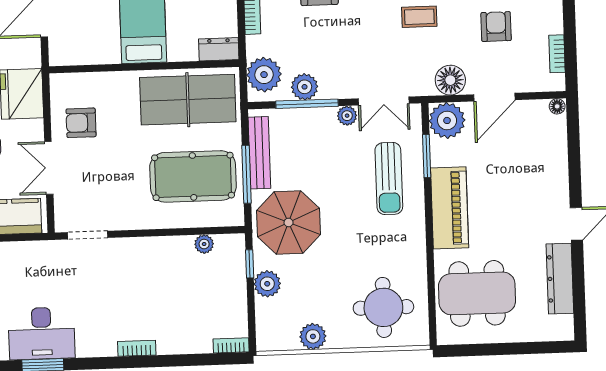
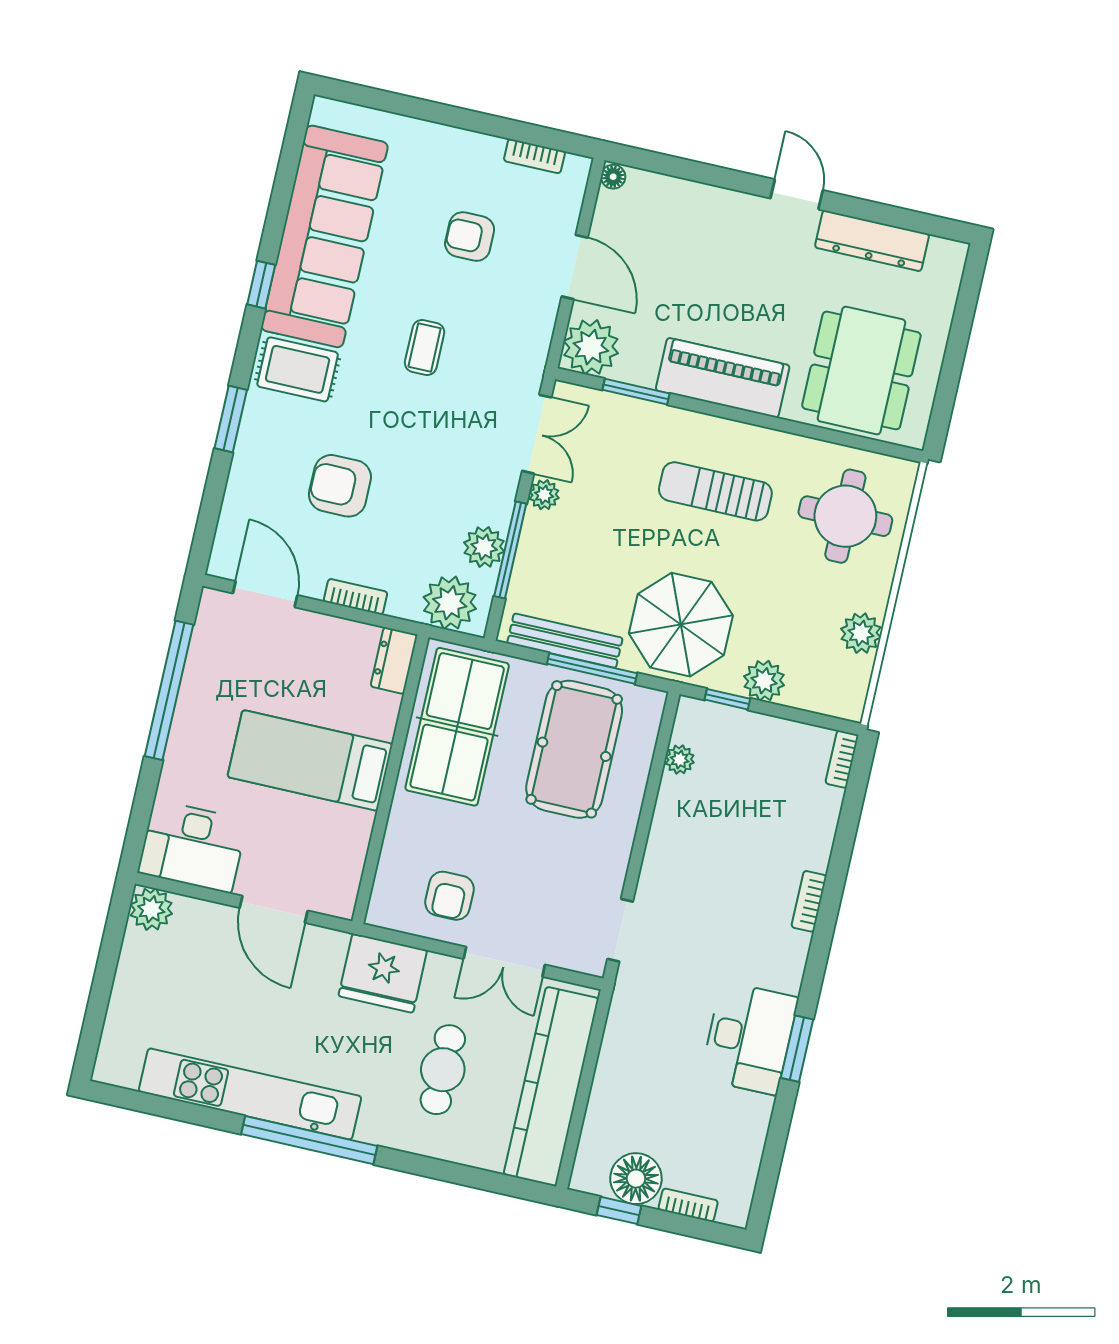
floor lamp: (450, 80) -> (532, 326), removed
sun lounger: (389, 179) -> (715, 491), moved, turned 180

